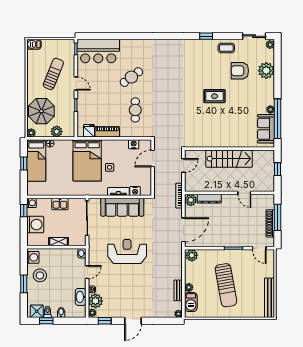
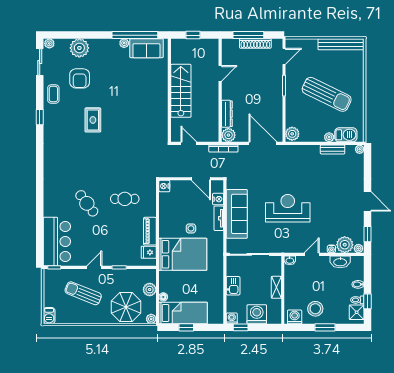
rug: (214, 96) -> (93, 120), moved
nightstand: (134, 144) -> (164, 186), moved
door: (153, 158) -> (201, 179), moved
reception desk: (127, 251) -> (288, 208), turned 90
door: (87, 272) -> (312, 254), hinge flipped
sun lounger: (226, 285) -> (327, 94), turned 36

